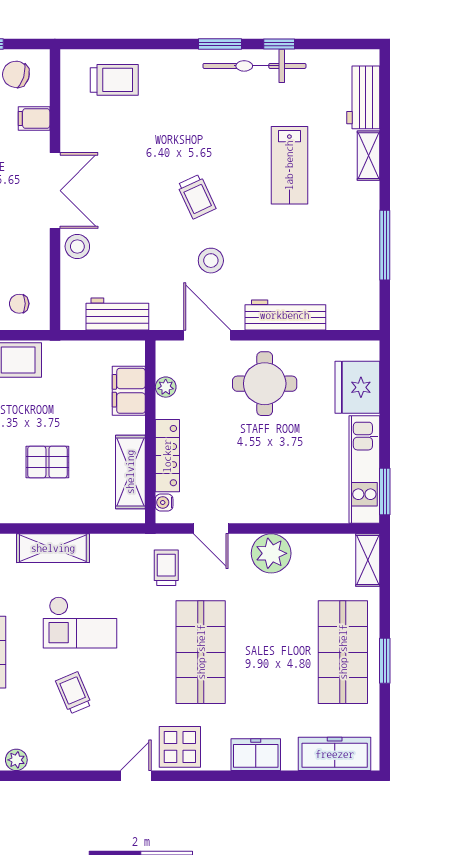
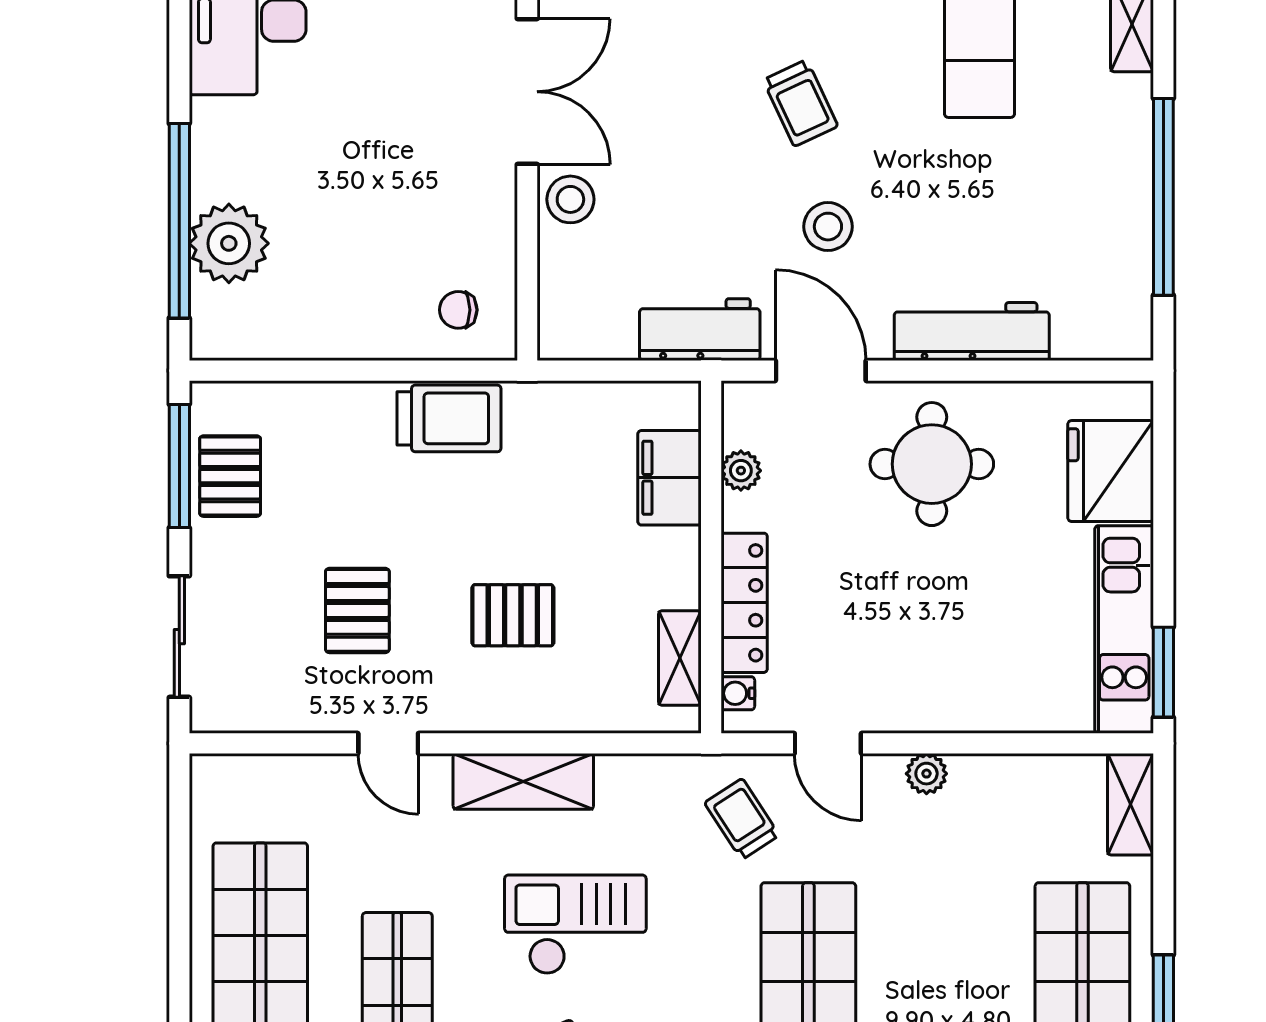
window: (385, 245) -> (1163, 197), width x1.46
workbench: (117, 314) -> (700, 330), moved
shelving: (130, 472) -> (680, 658), width x0.67, depth x0.75
plant: (271, 553) -> (926, 774), width x0.53, depth x0.53
trolley: (166, 568) -> (742, 819), turned -33
checkout: (80, 622) -> (575, 925), turned 180

